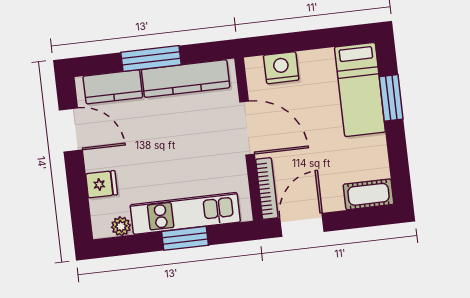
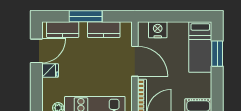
kitchen counter: (186, 79) -> (104, 30), width x0.67
door: (71, 130) -> (36, 51), hinge flipped
fridge: (102, 184) -> (50, 70), moved

